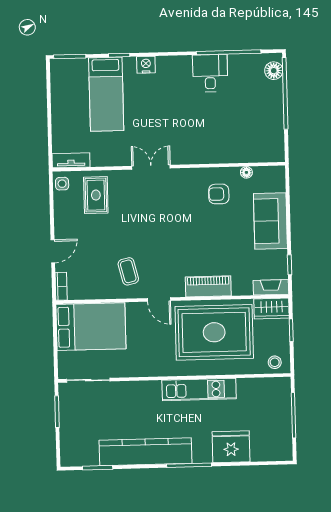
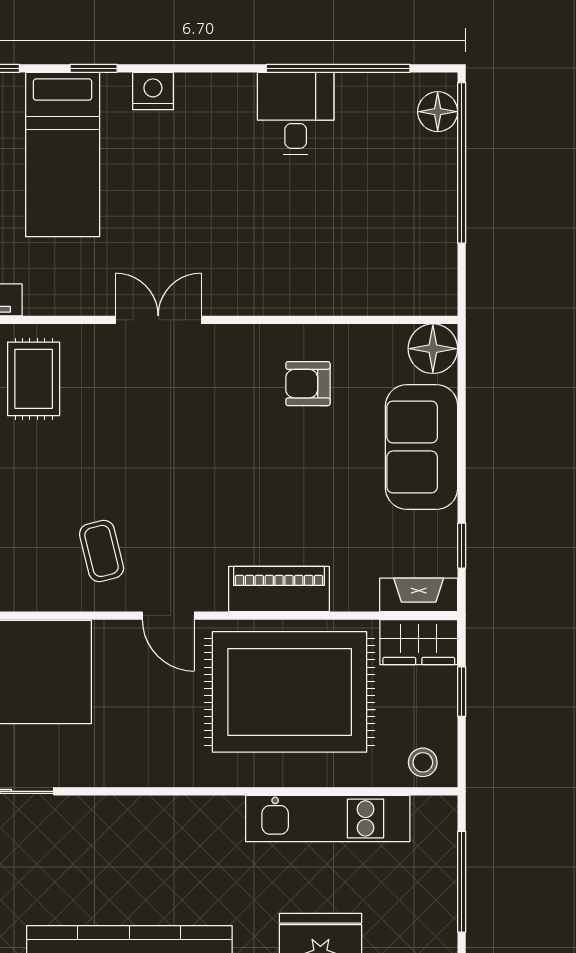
floor lamp: (246, 172) -> (433, 349), moved, width x1.89, depth x1.89
kitchen unit: (199, 389) -> (328, 818), moved

